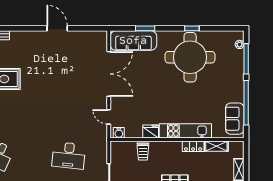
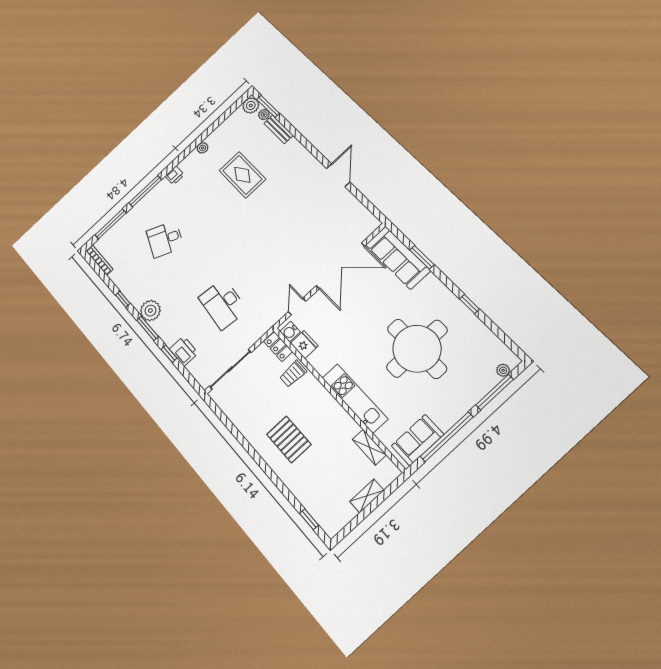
round table: (190, 57) -> (417, 349), moved
fridge: (151, 132) -> (304, 345), moved
locker: (193, 146) -> (278, 347), moved

